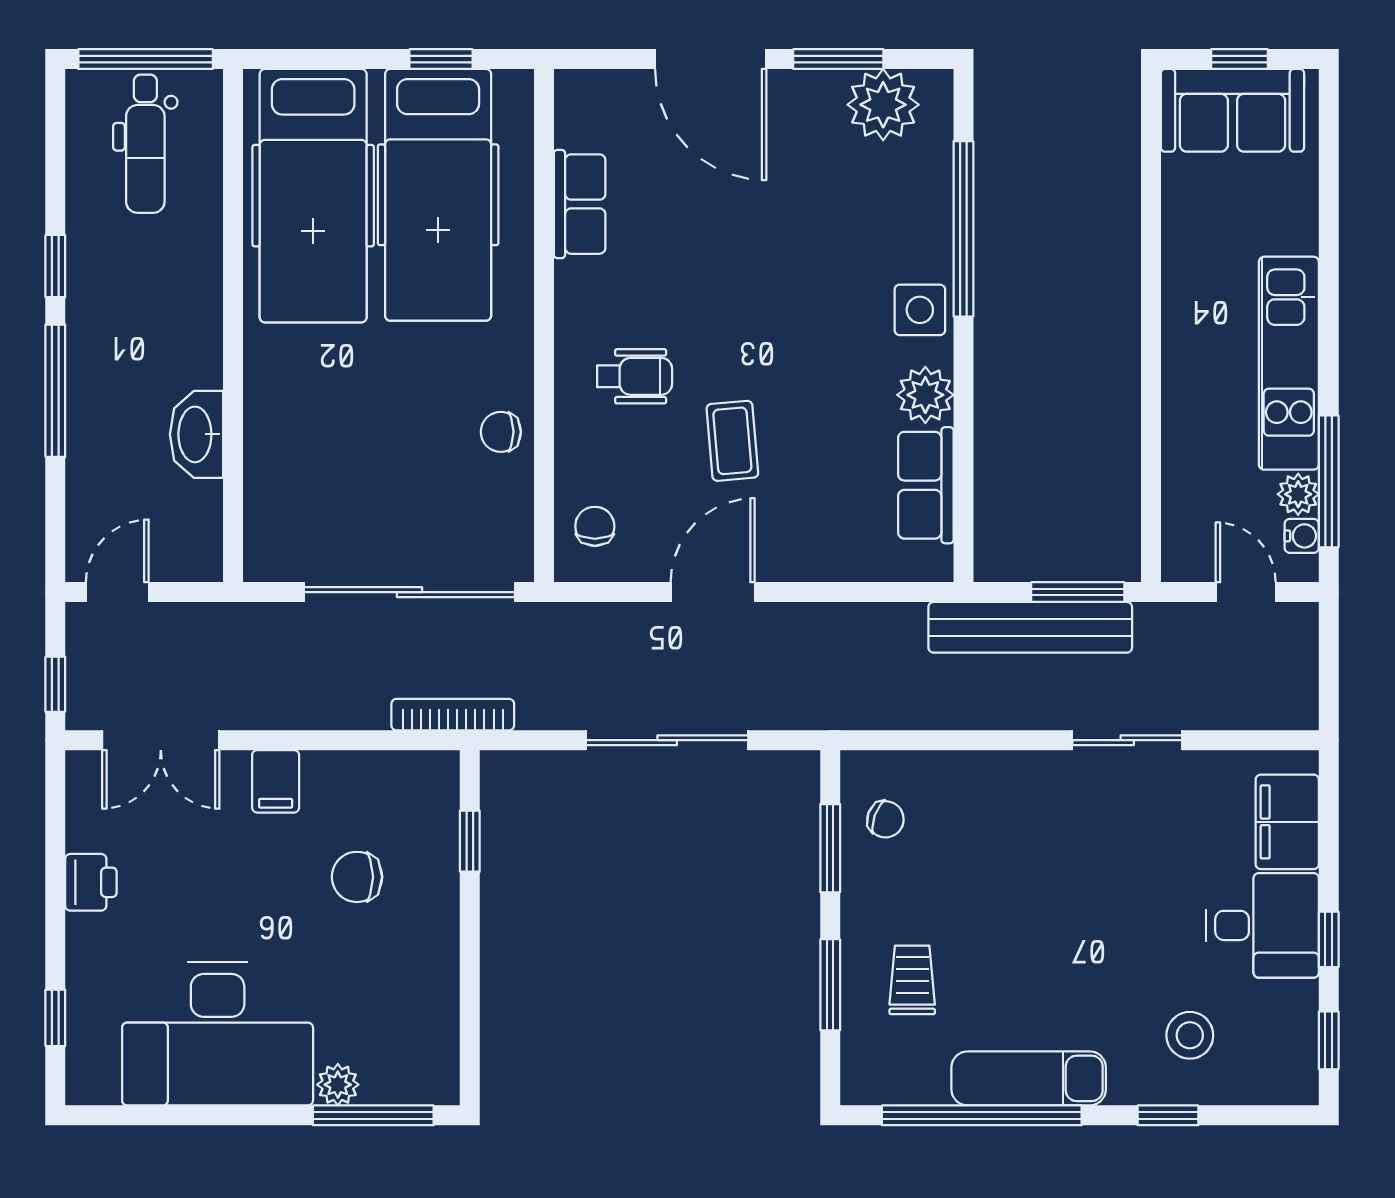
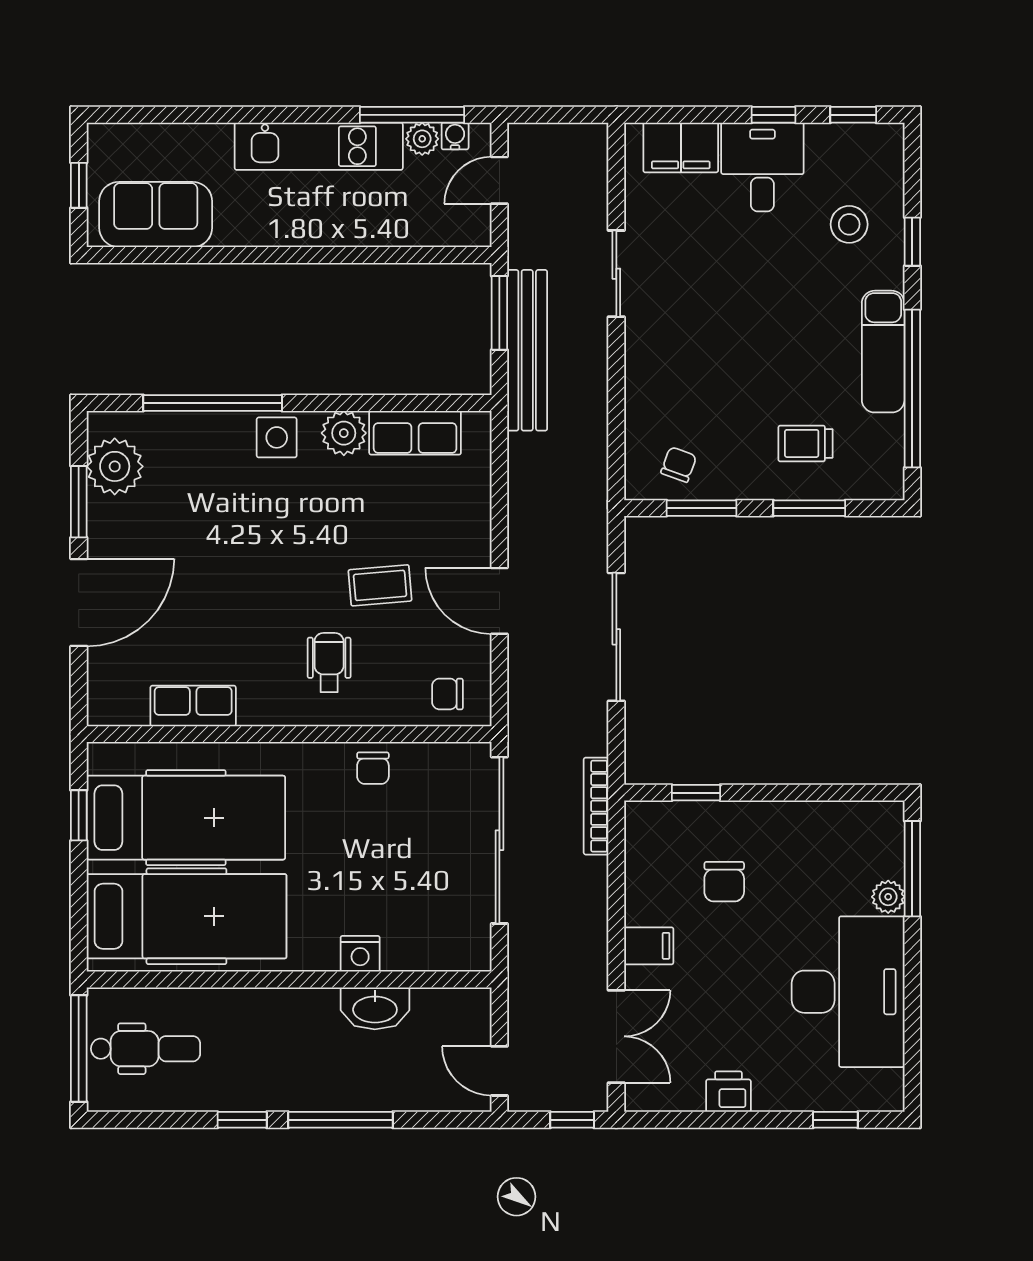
sofa: (1232, 110) -> (156, 215), moved, turned -90
nightstand: (266, 416) -> (360, 954), added

